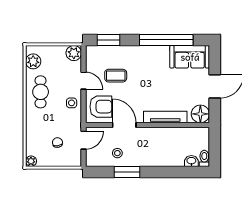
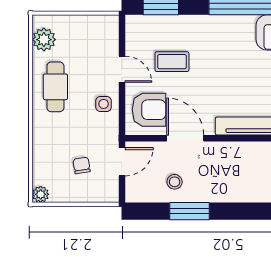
plant: (74, 53) -> (107, 27), removed

